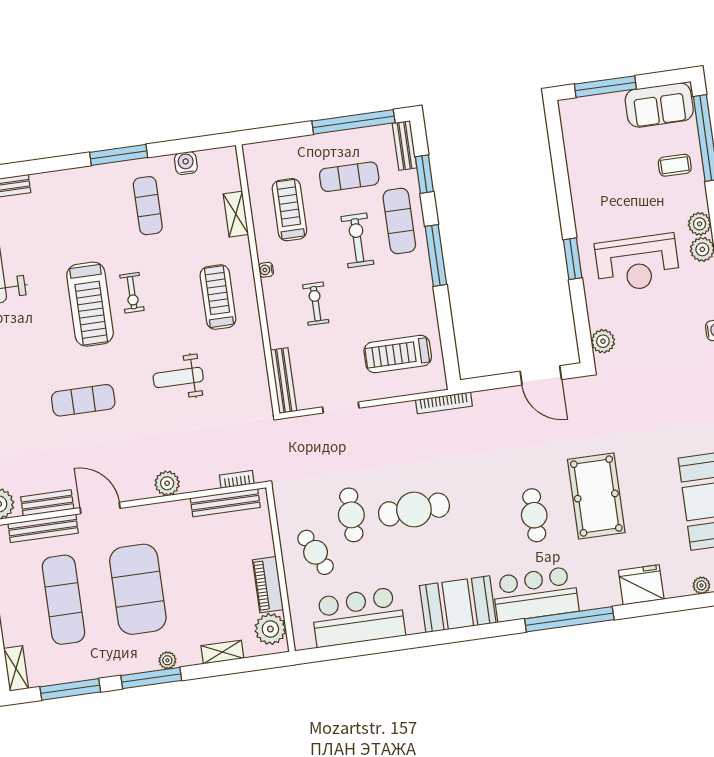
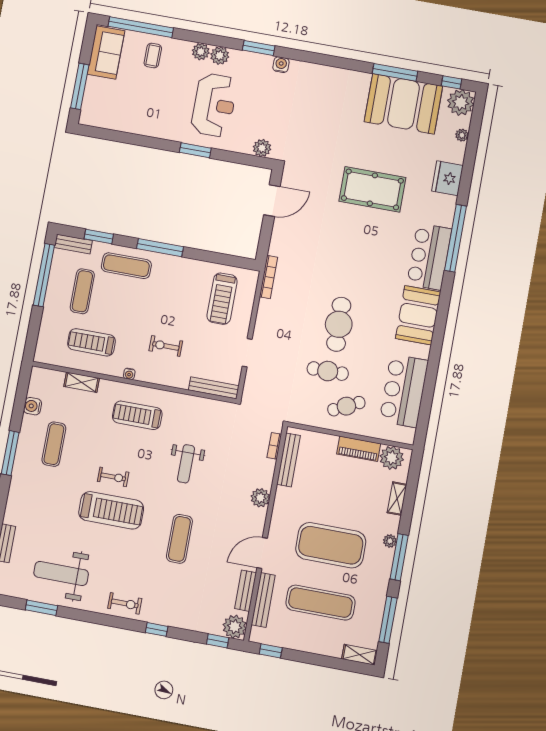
exercise mat: (148, 206) -> (54, 444), turned 90
exercise bike: (357, 240) -> (130, 301), removed
cafe table: (534, 515) -> (372, 239), removed

